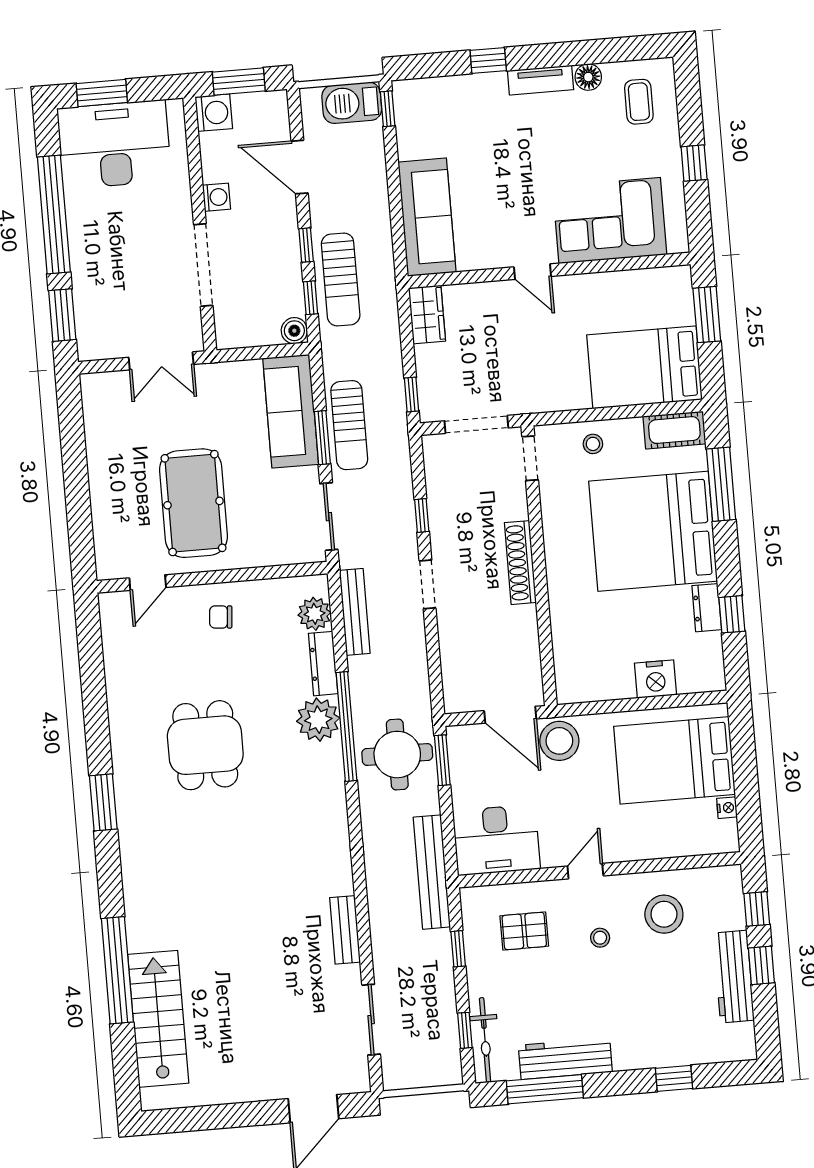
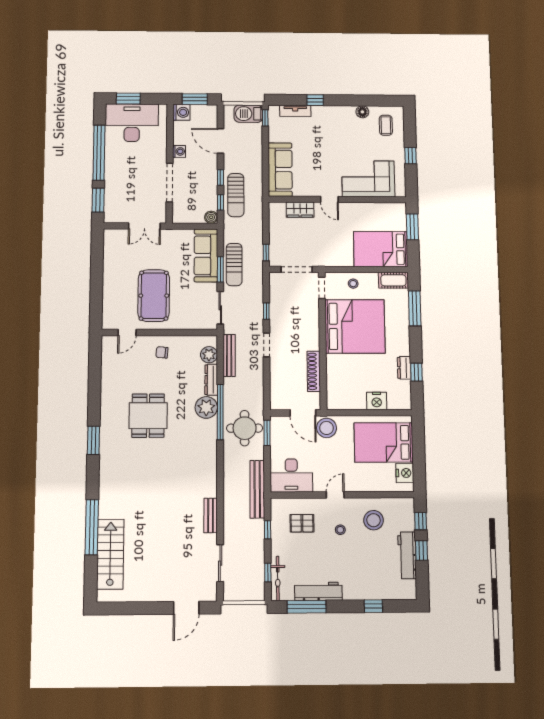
tv unit: (541, 80) -> (295, 111), moved
wardrobe: (427, 314) -> (300, 210), moved, turned 90
bed: (653, 531) -> (355, 326), moved, turned 180
shoe rack: (520, 563) -> (314, 371), moved
nightstand: (727, 808) -> (405, 473), width x1.89, depth x1.79

